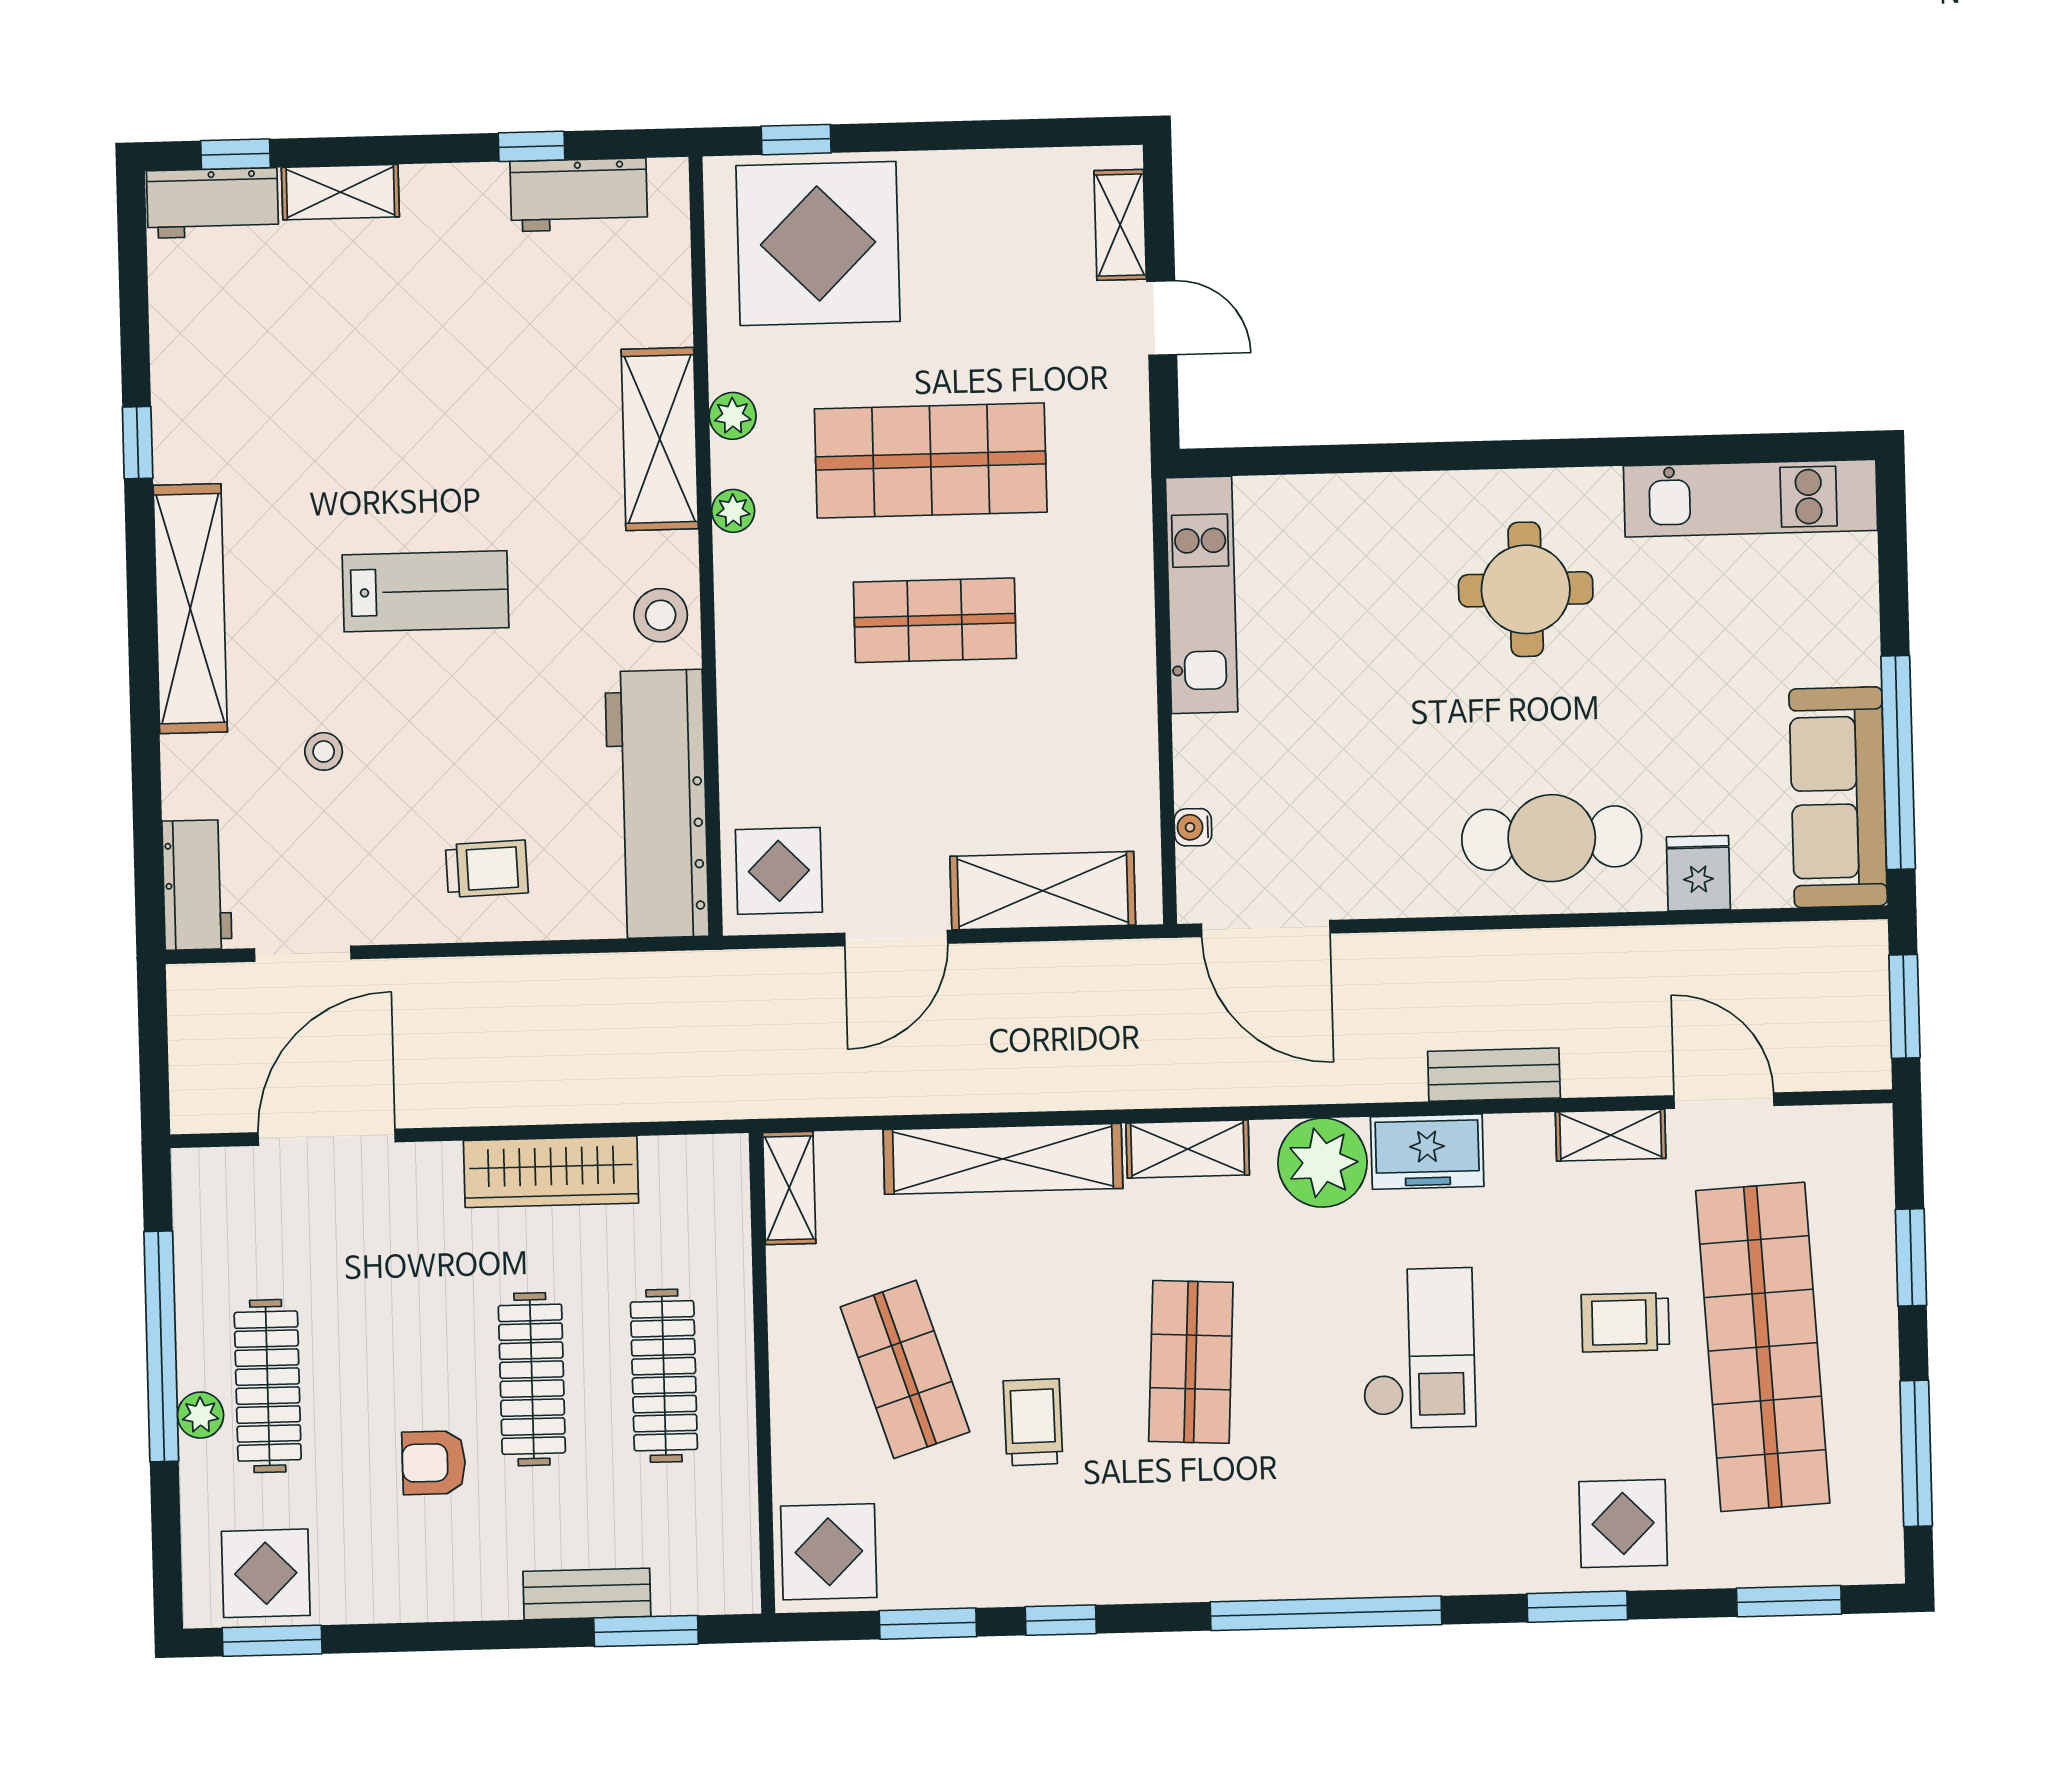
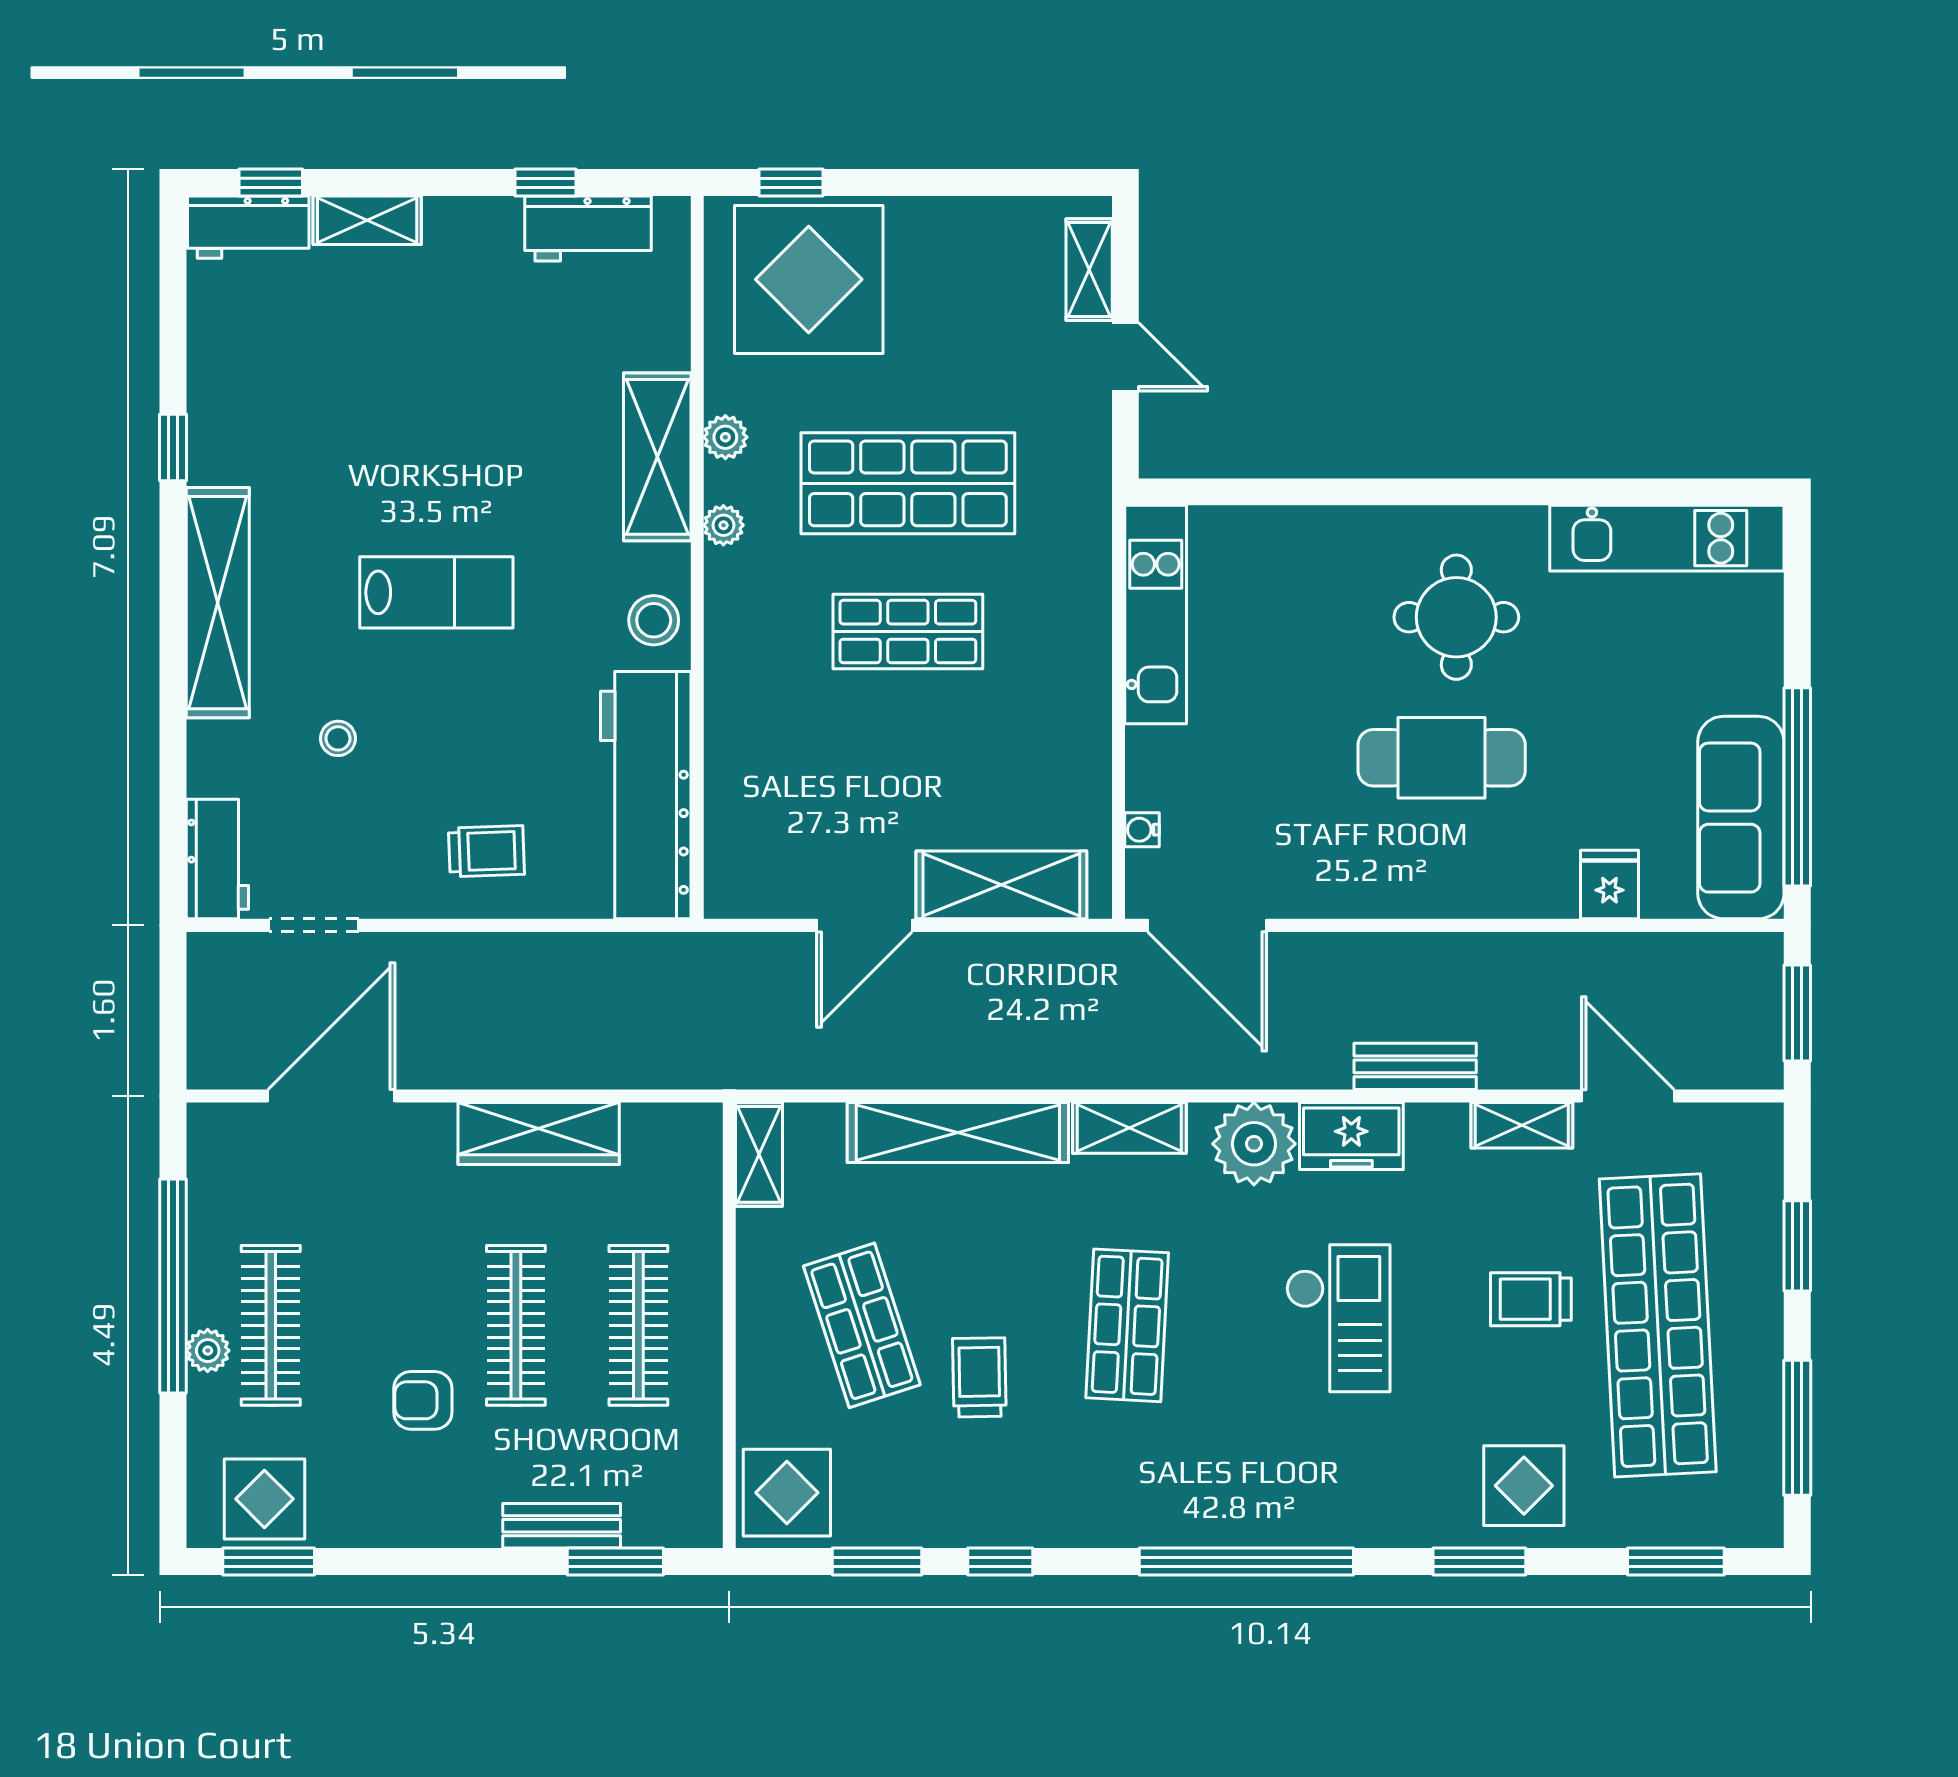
cafe table: (1552, 838) -> (1442, 758), moved
display table: (779, 871) -> (757, 860), removed

